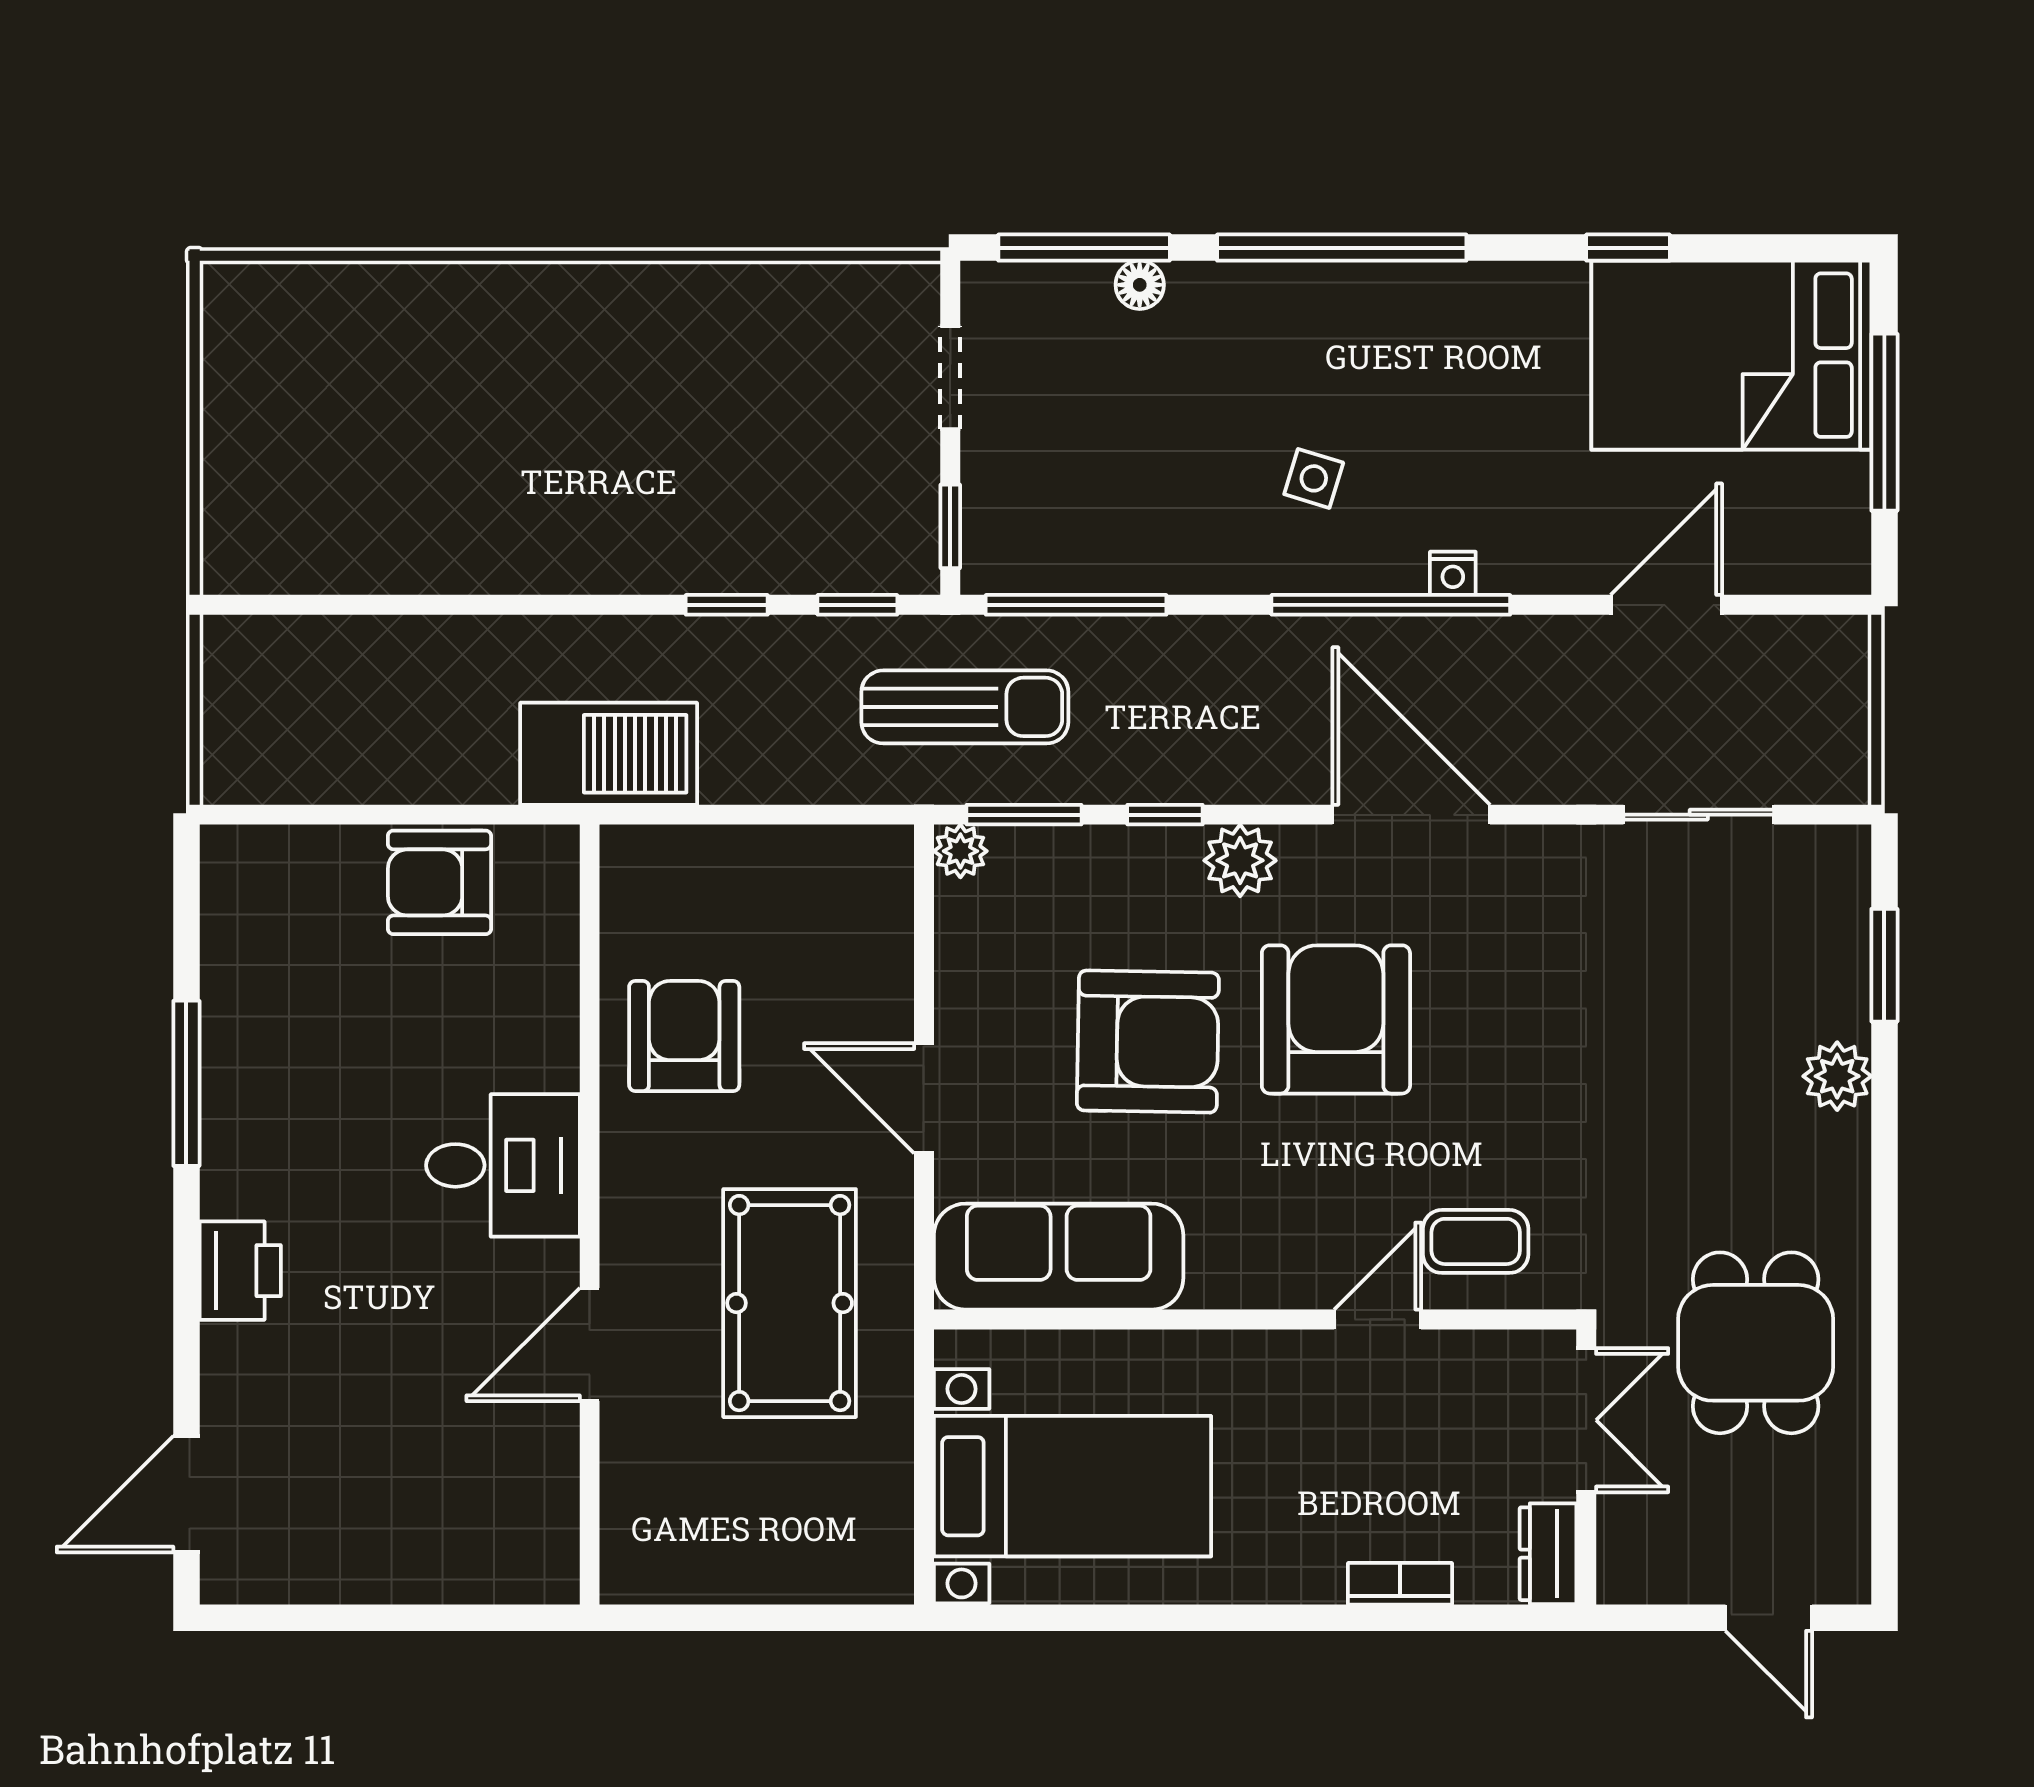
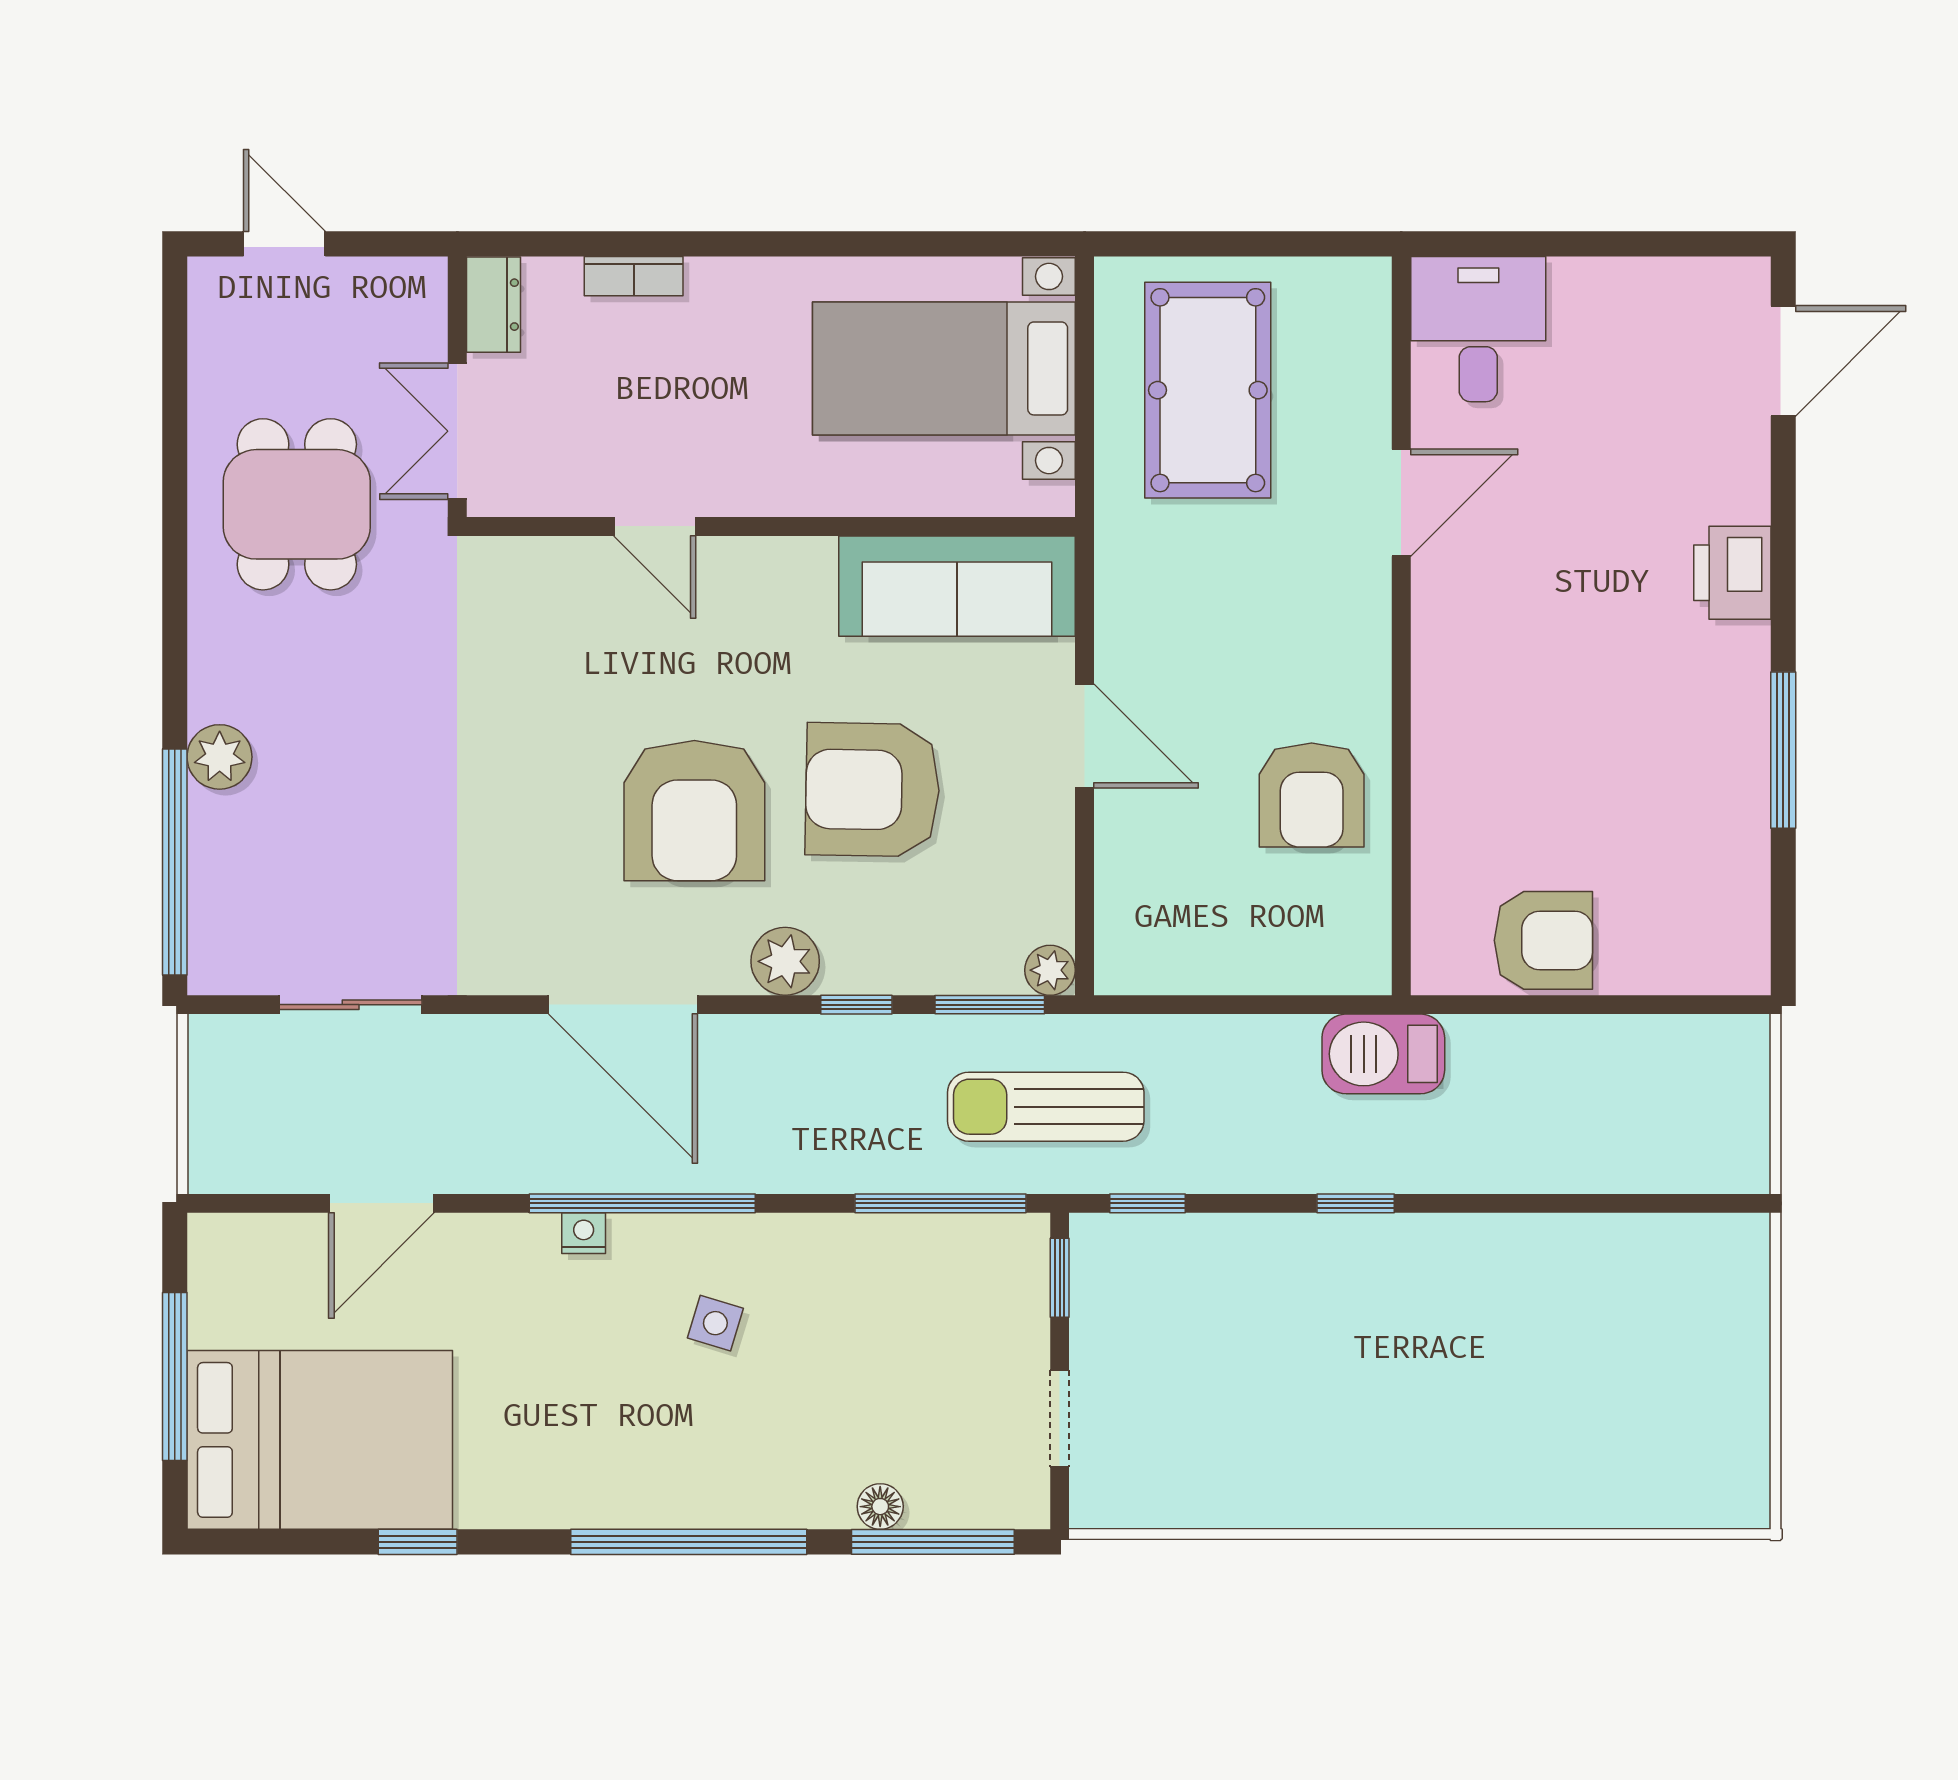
window: (727, 605) -> (1356, 1203), moved
barbecue: (609, 754) -> (1383, 1054), width x0.73, depth x0.83
window: (1884, 965) -> (175, 862), width x2.11
desk: (503, 1165) -> (1478, 329), moved, turned 90
coffee table: (1476, 1241) -> (562, 600), removed
pool table: (790, 1303) -> (1208, 390), moved
door: (1378, 1319) -> (655, 526), hinge flipped

